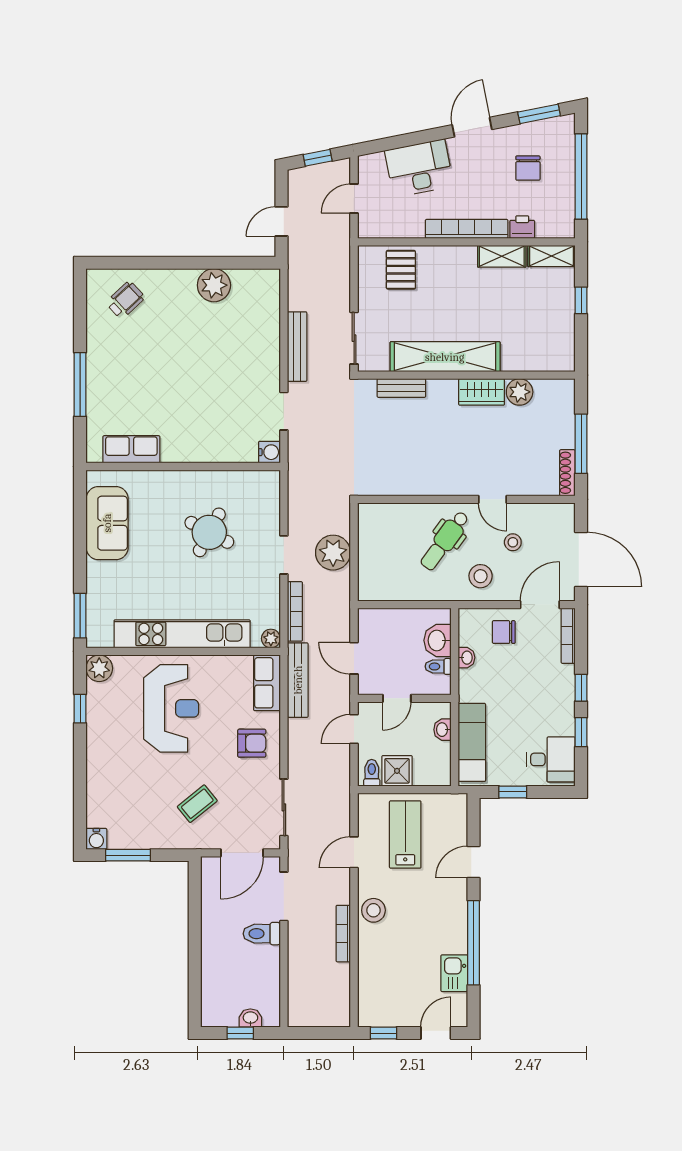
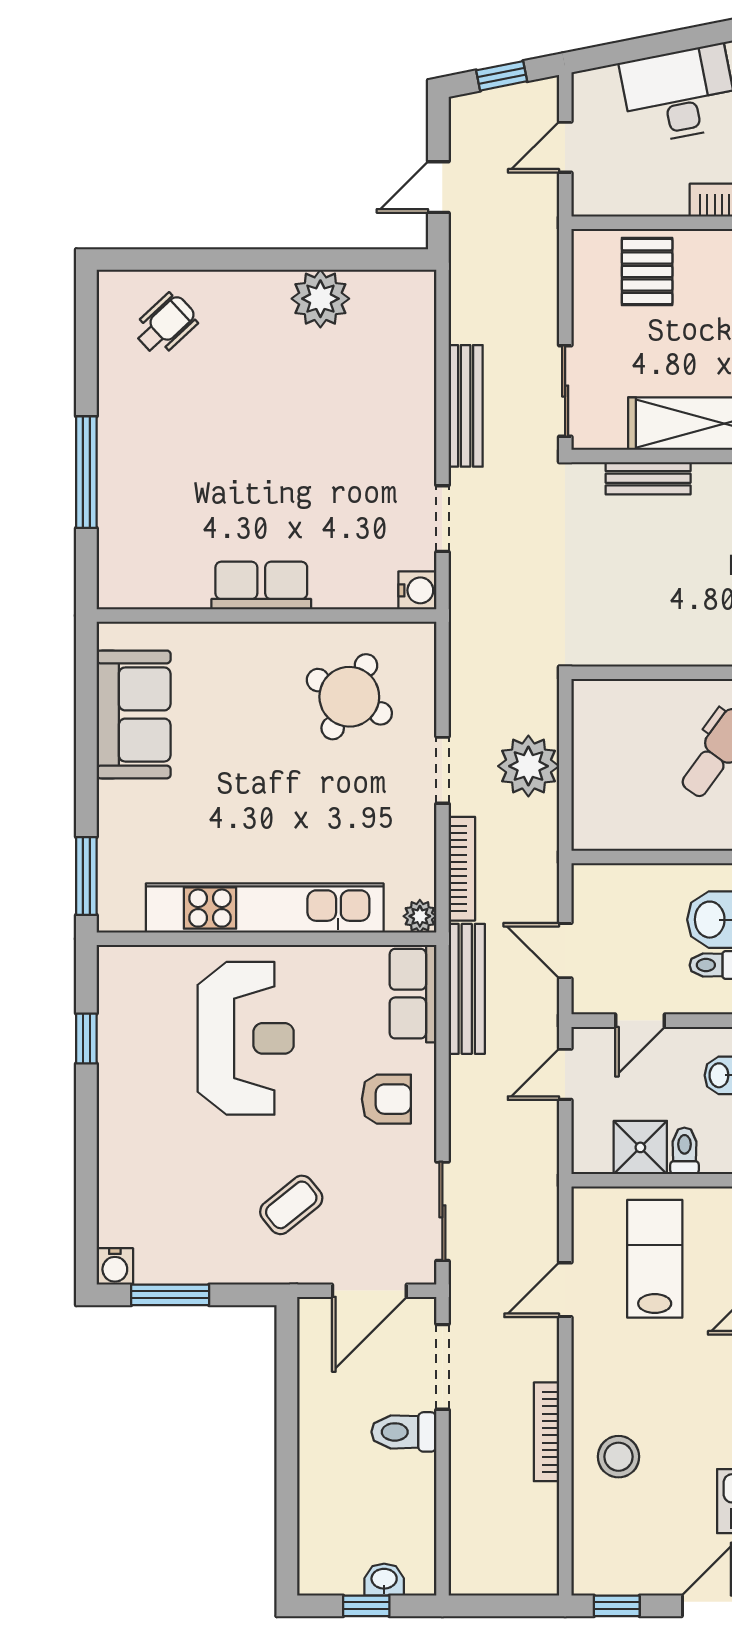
row of seats: (131, 449) -> (261, 586), moved
round table: (209, 532) -> (349, 697), moved
plant: (99, 668) -> (120, 968), removed
toilet: (372, 773) -> (684, 1151), moved
stool: (373, 910) -> (619, 1457), moved

